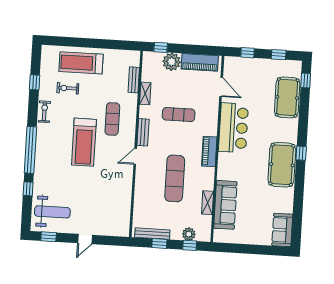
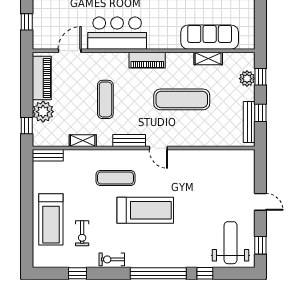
bench: (134, 80) -> (48, 155), moved

